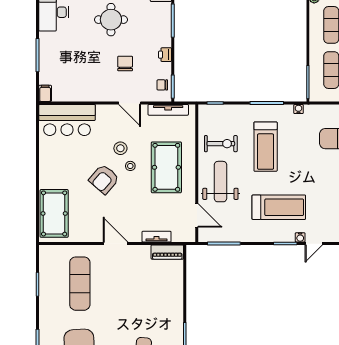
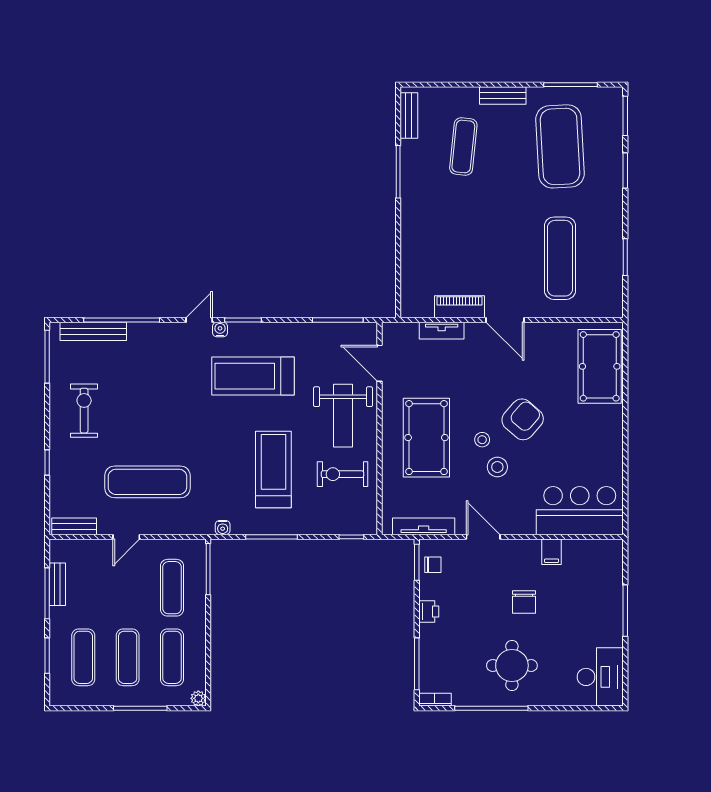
chair: (125, 63) -> (524, 602), moved
filing cabinet: (45, 93) -> (552, 552), moved
piano: (167, 252) -> (459, 307), moved

